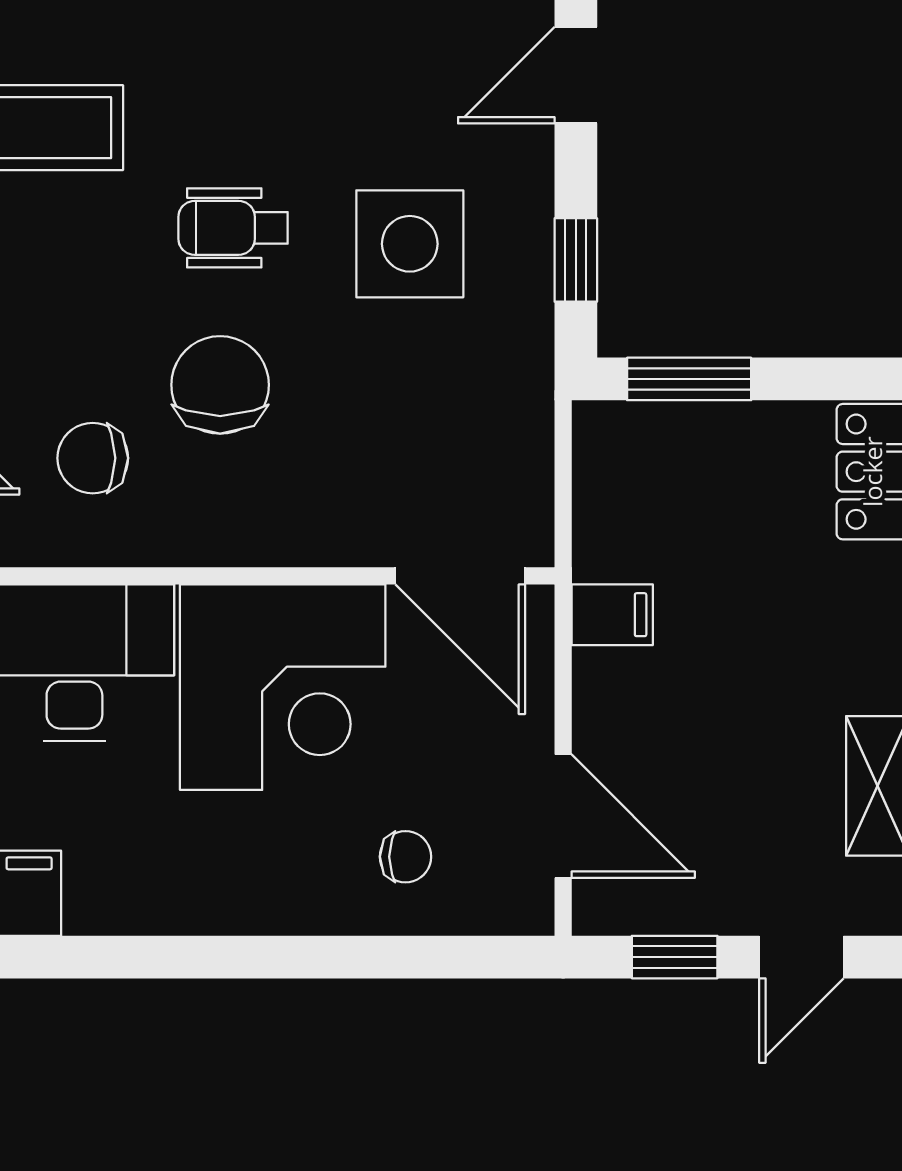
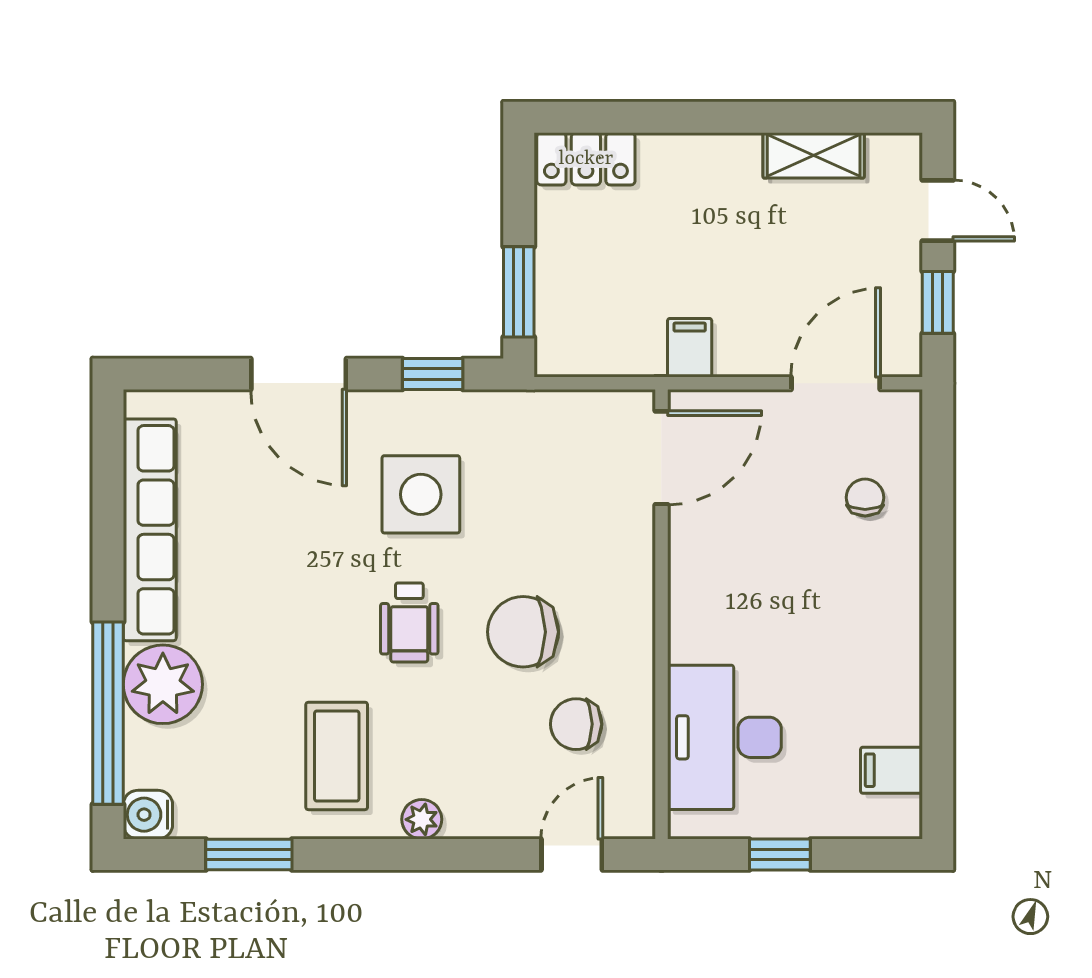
door: (576, 75) -> (299, 374), width x1.38
chair: (93, 458) -> (576, 724), turned 90
corner desk: (283, 687) -> (742, 586), removed

